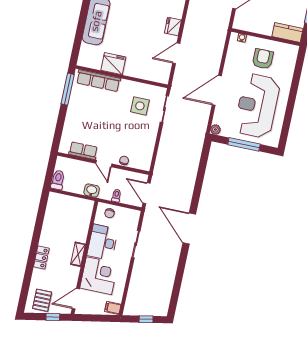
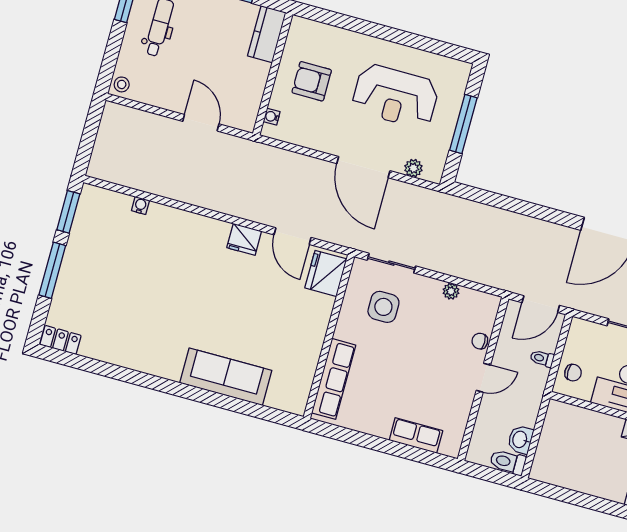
fridge: (113, 64) -> (326, 273), moved
window: (68, 89) -> (346, 435), removed
reception desk: (257, 106) -> (395, 96), width x0.74, depth x0.77
plant: (215, 130) -> (413, 168), moved
plant: (151, 143) -> (451, 291), added
row of seats: (83, 151) -> (416, 435), moved, turned 90
washbasin: (92, 191) -> (520, 440), moved

